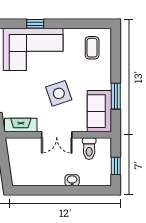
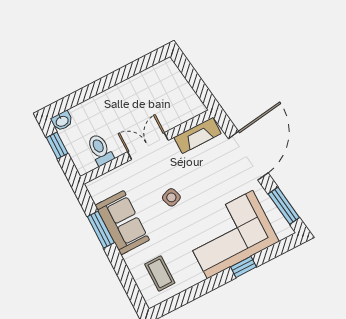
side table: (59, 93) -> (171, 197), width x0.54, depth x0.54
sofa: (99, 111) -> (122, 223), moved
washbasin: (72, 180) -> (62, 121), moved

